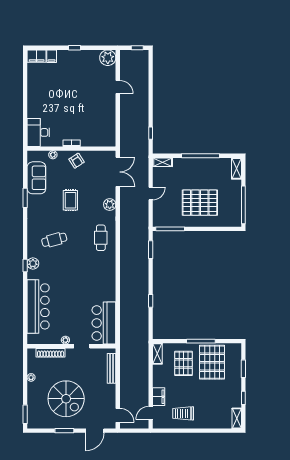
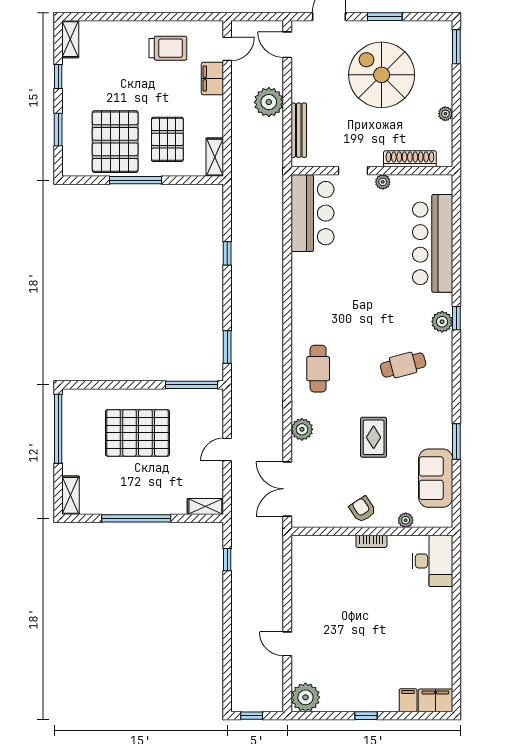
plant: (128, 384) -> (269, 102), added

